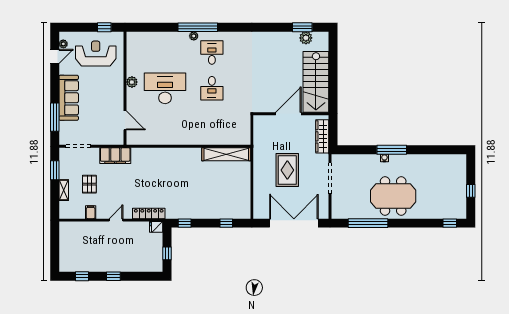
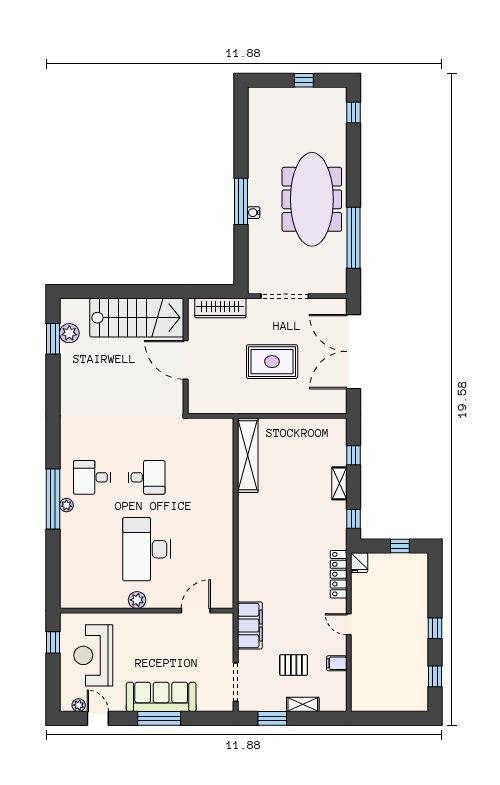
window: (55, 117) -> (159, 718), moved
meeting table: (393, 196) -> (312, 199), width x1.36
shelving: (208, 214) -> (339, 483), added

